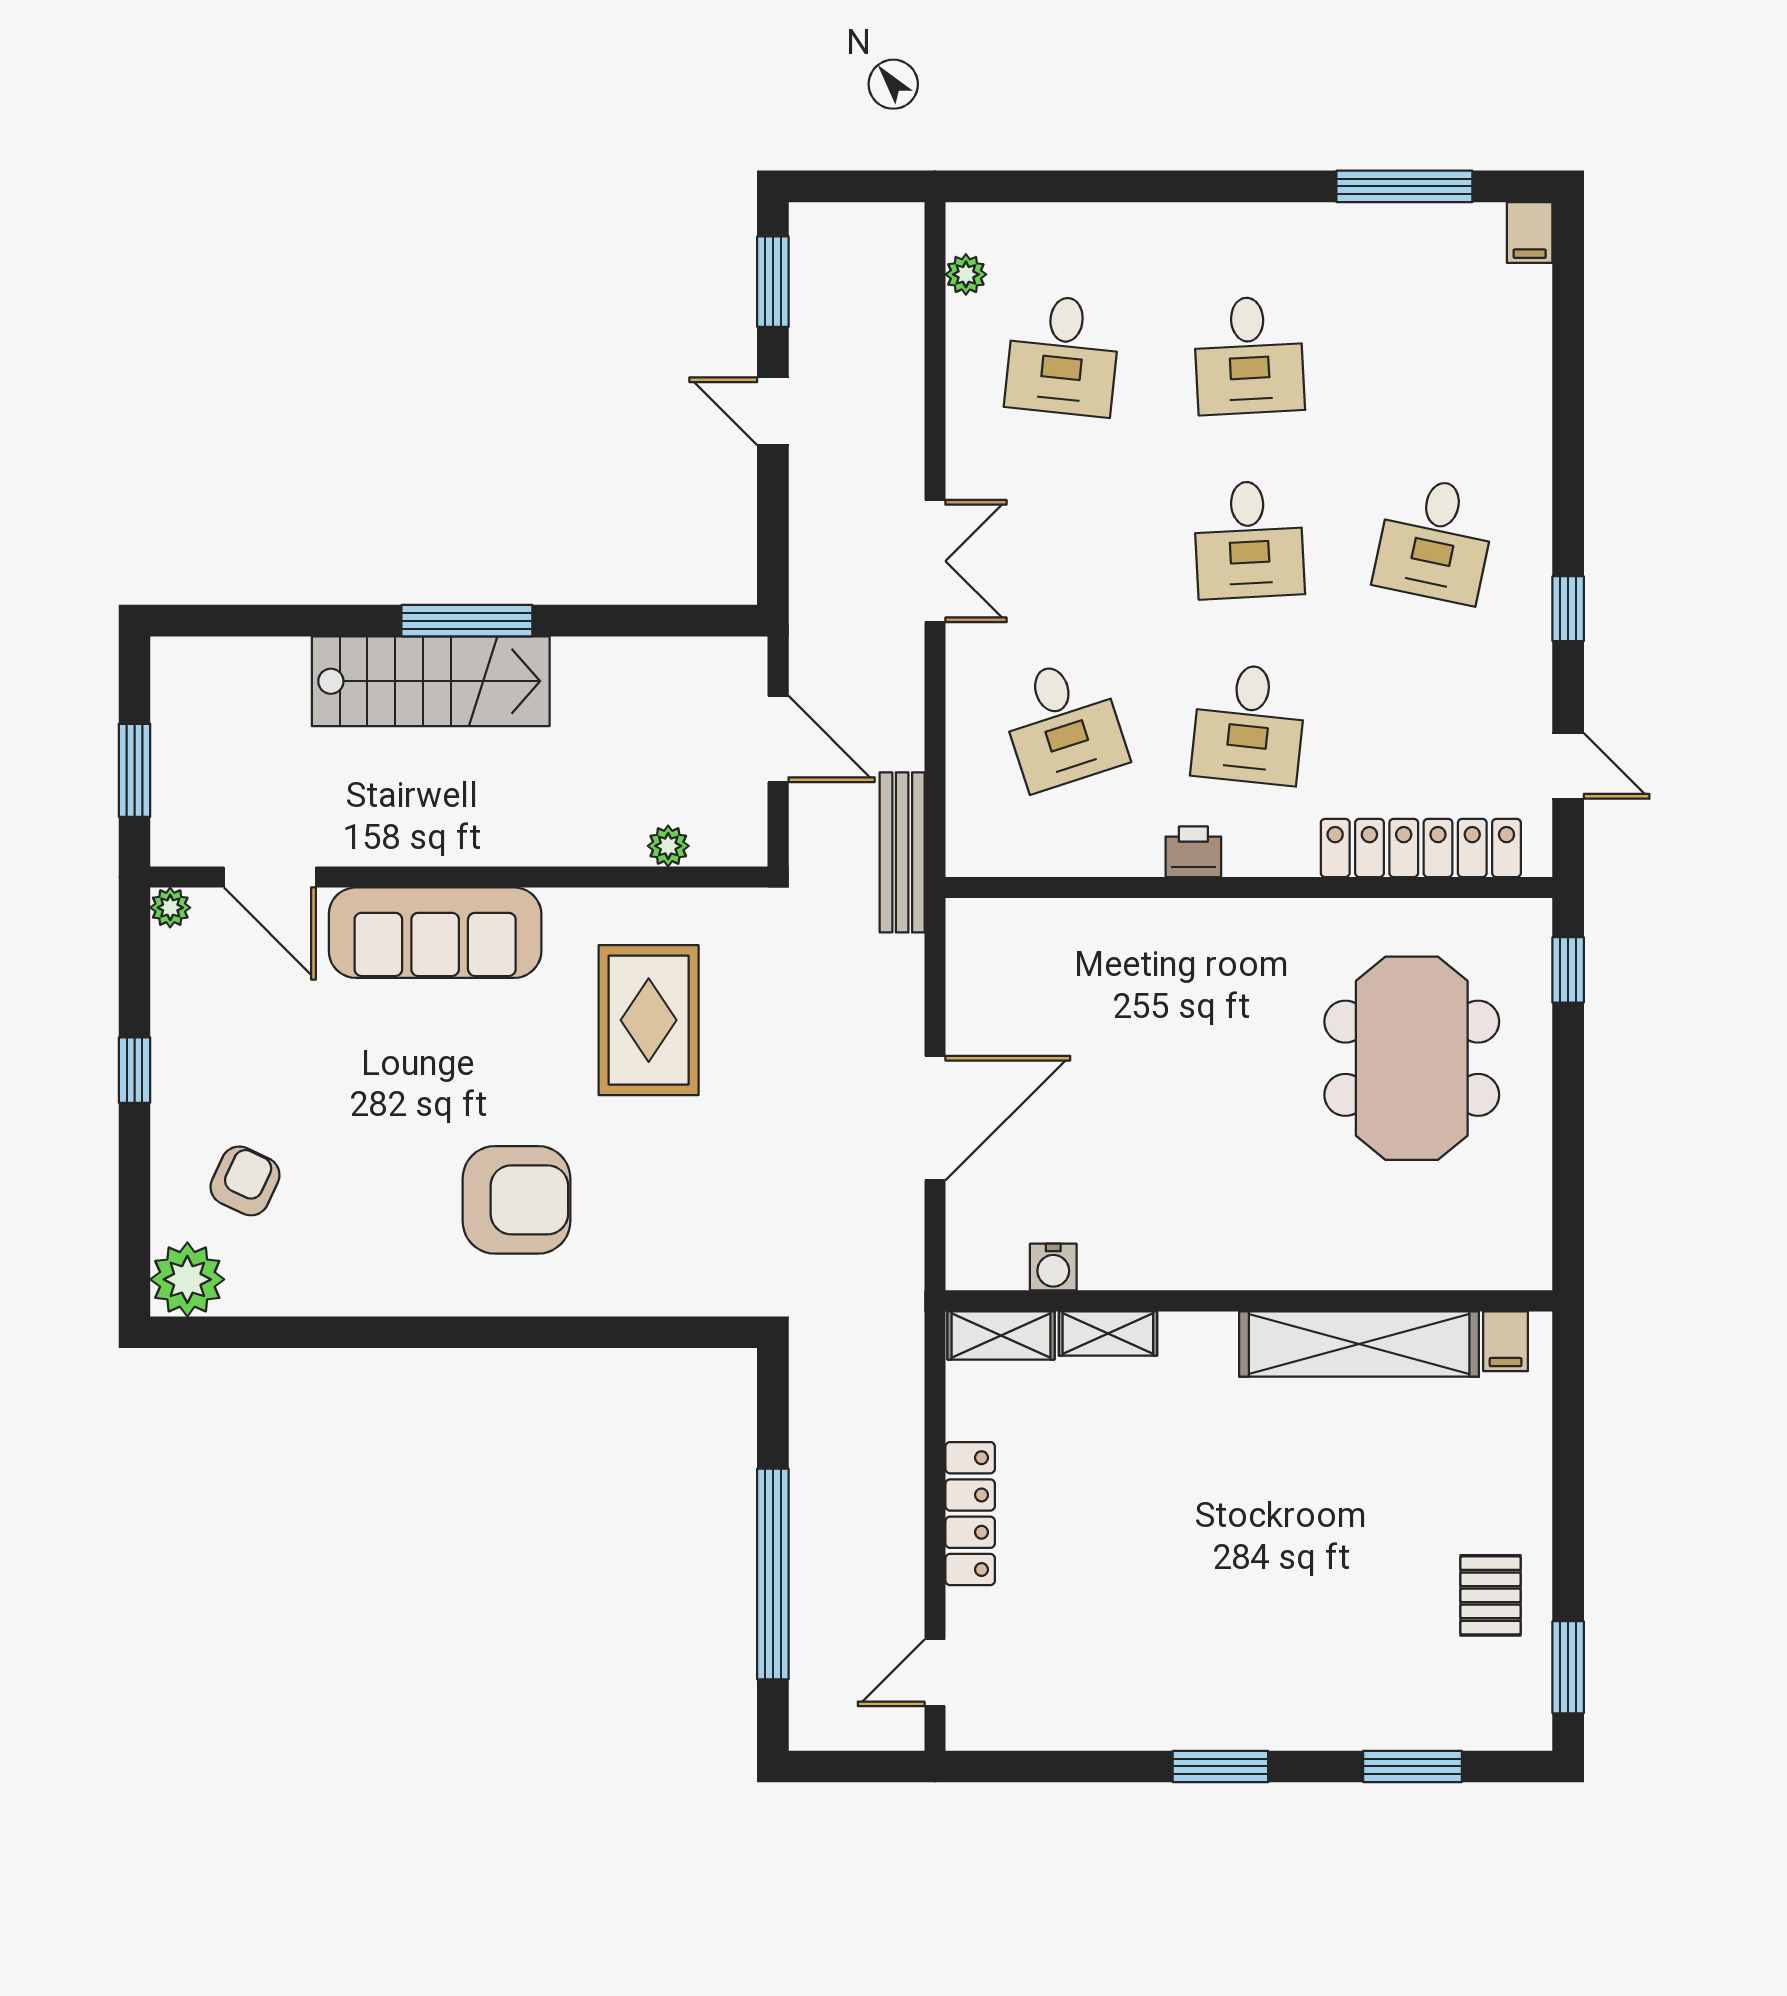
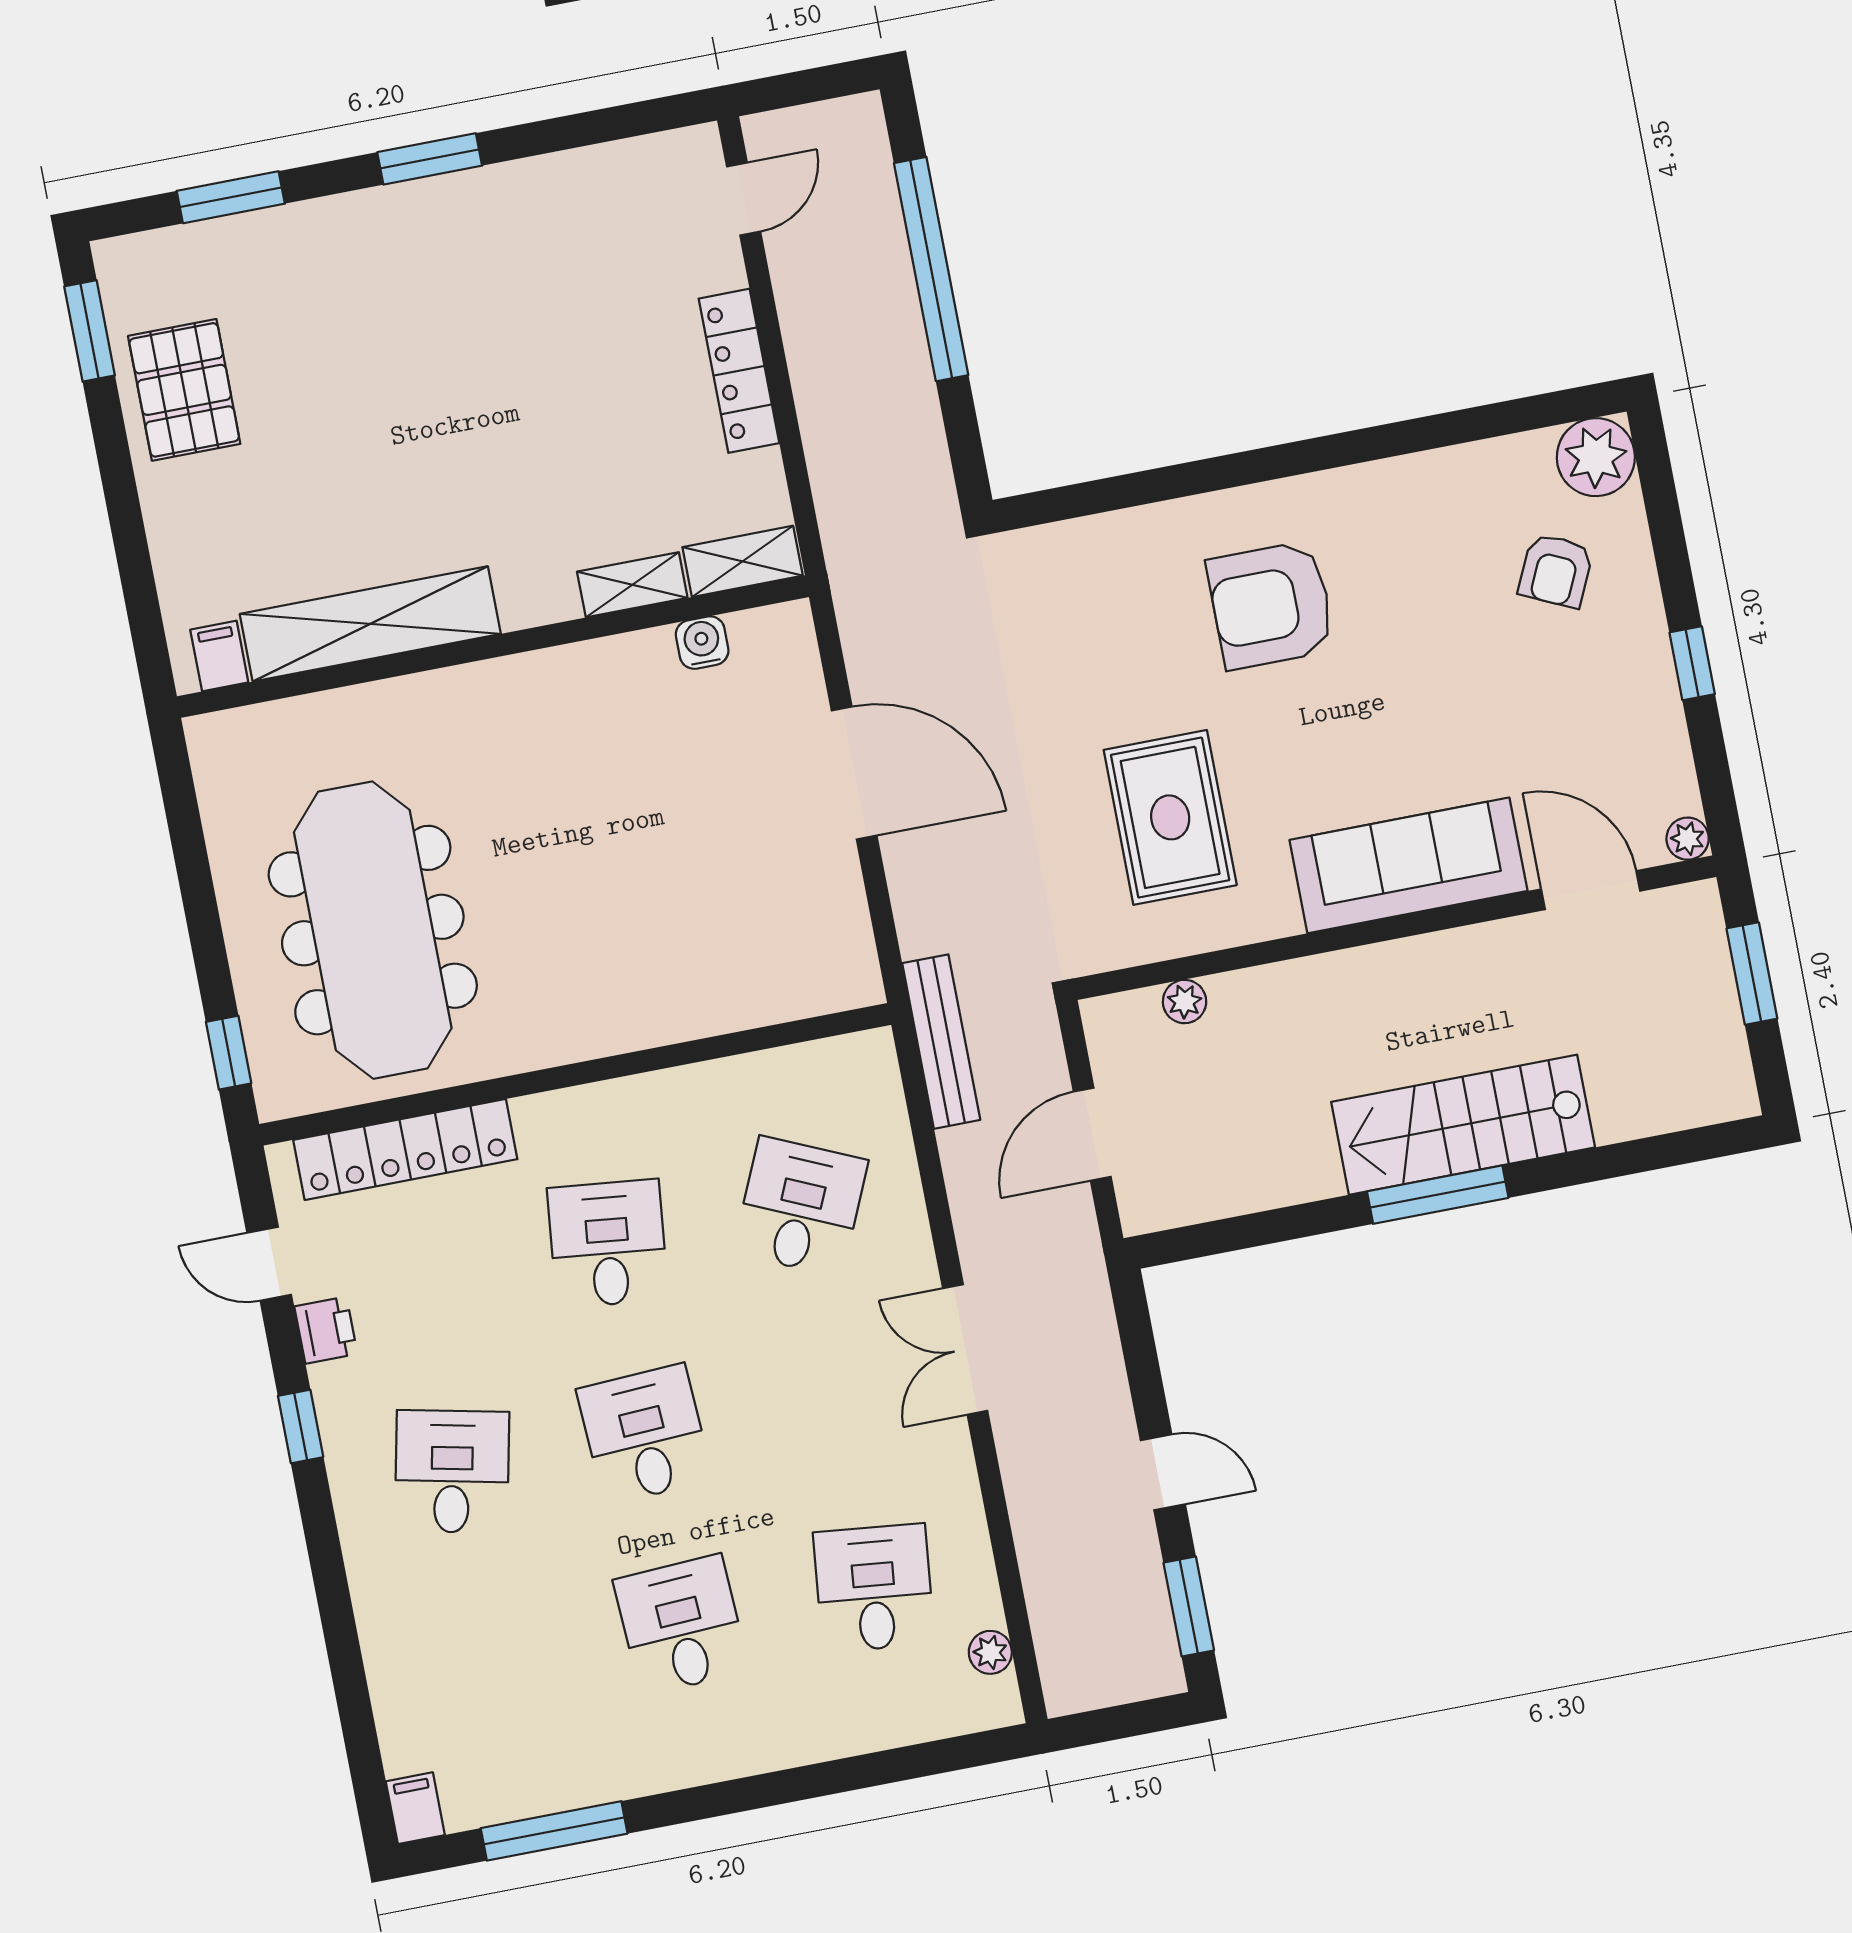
desk: (1063, 724) -> (800, 1207), turned 42
door: (778, 739) -> (1092, 1134), hinge flipped
printer: (1193, 852) -> (326, 1330), moved, turned -90
meeting table: (1412, 1058) -> (373, 930), width x1.36
door: (935, 1118) -> (854, 773), swing flipped
pallet: (1491, 1595) -> (184, 390), width x1.50, depth x1.42

